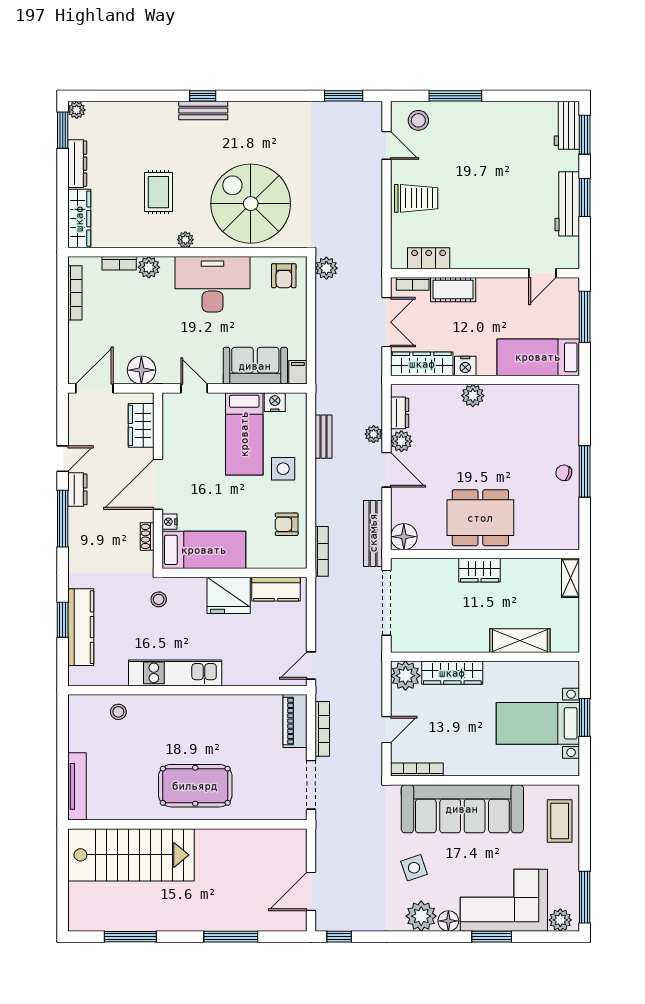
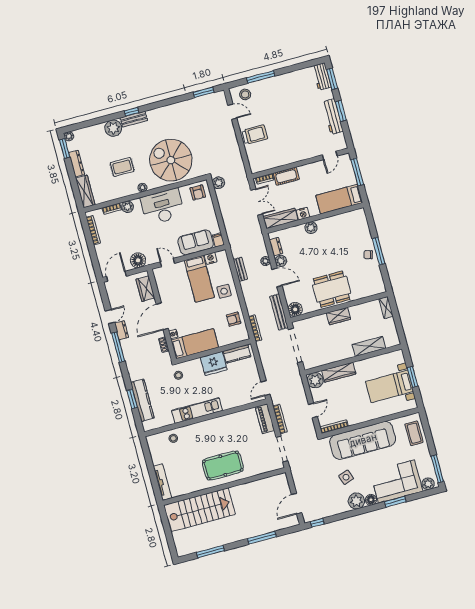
plant: (162, 117) -> (113, 128), added
rug: (158, 192) -> (122, 167), turned 90
locker: (429, 258) -> (269, 164), removed

